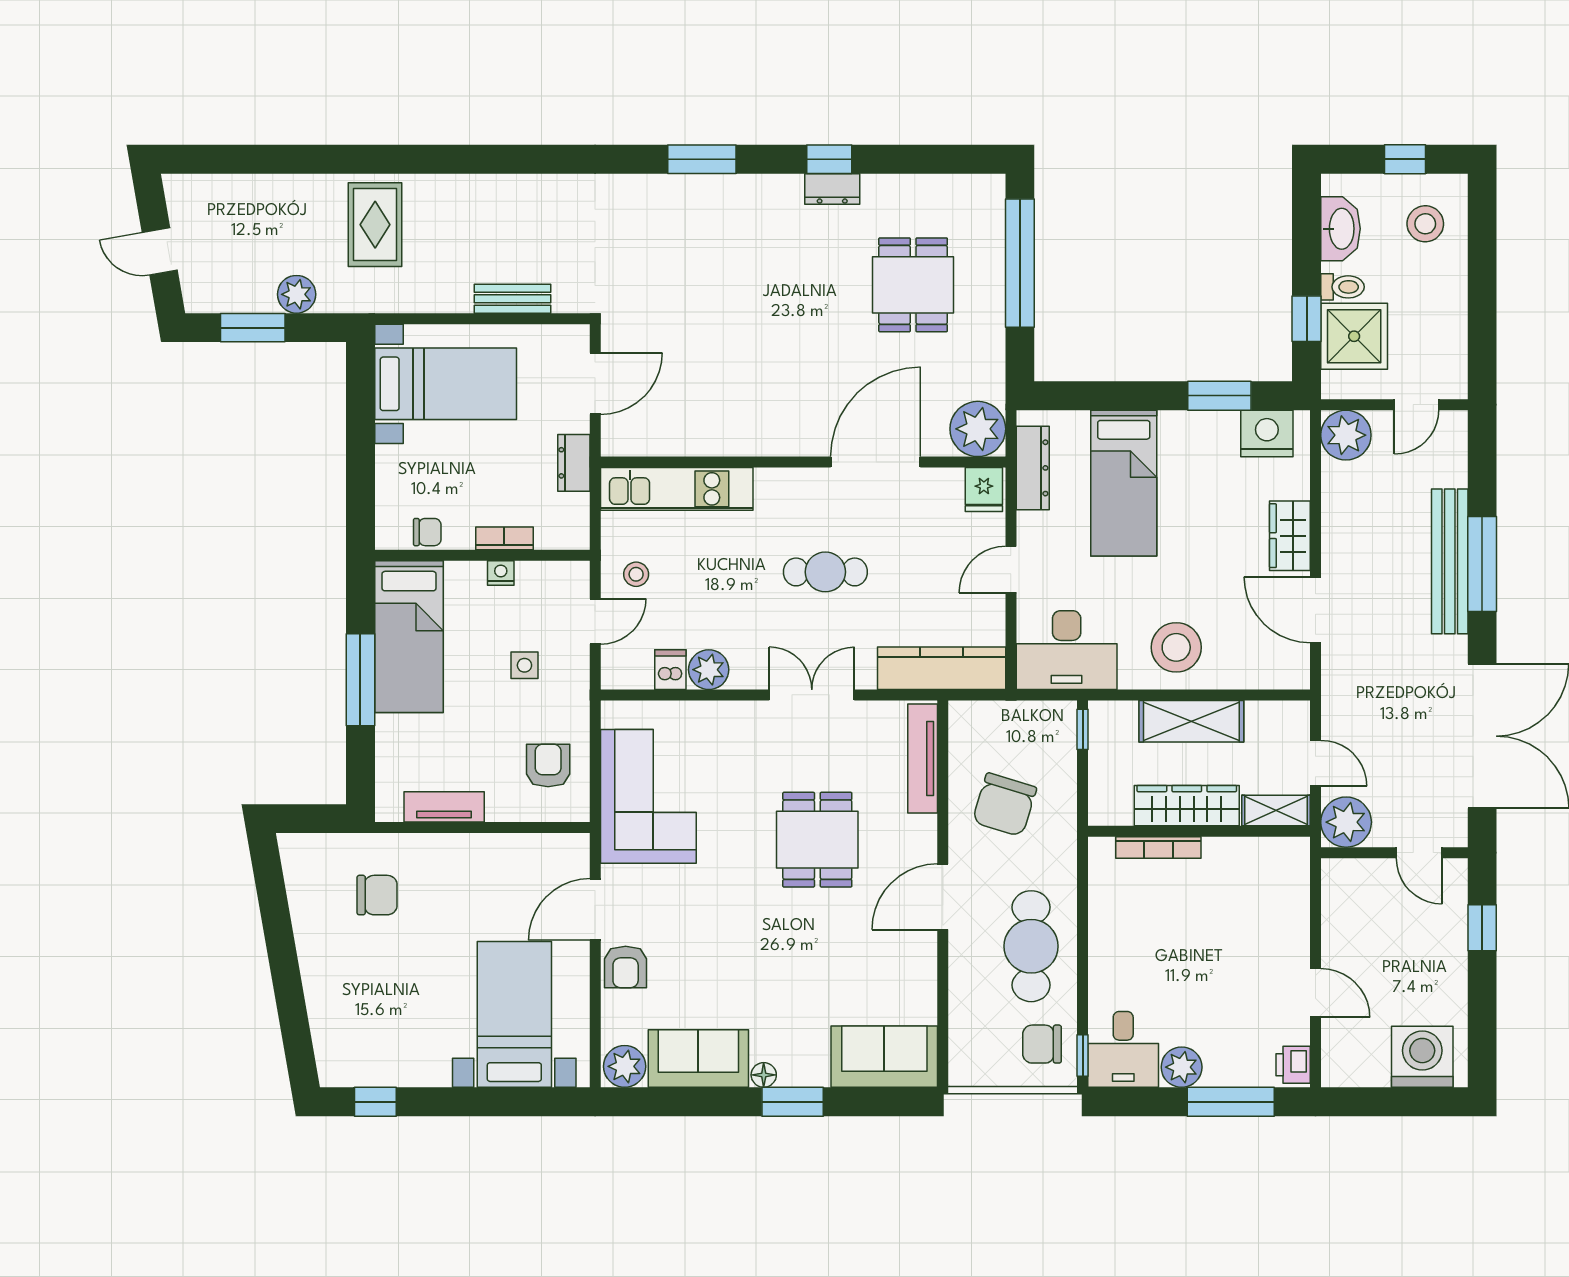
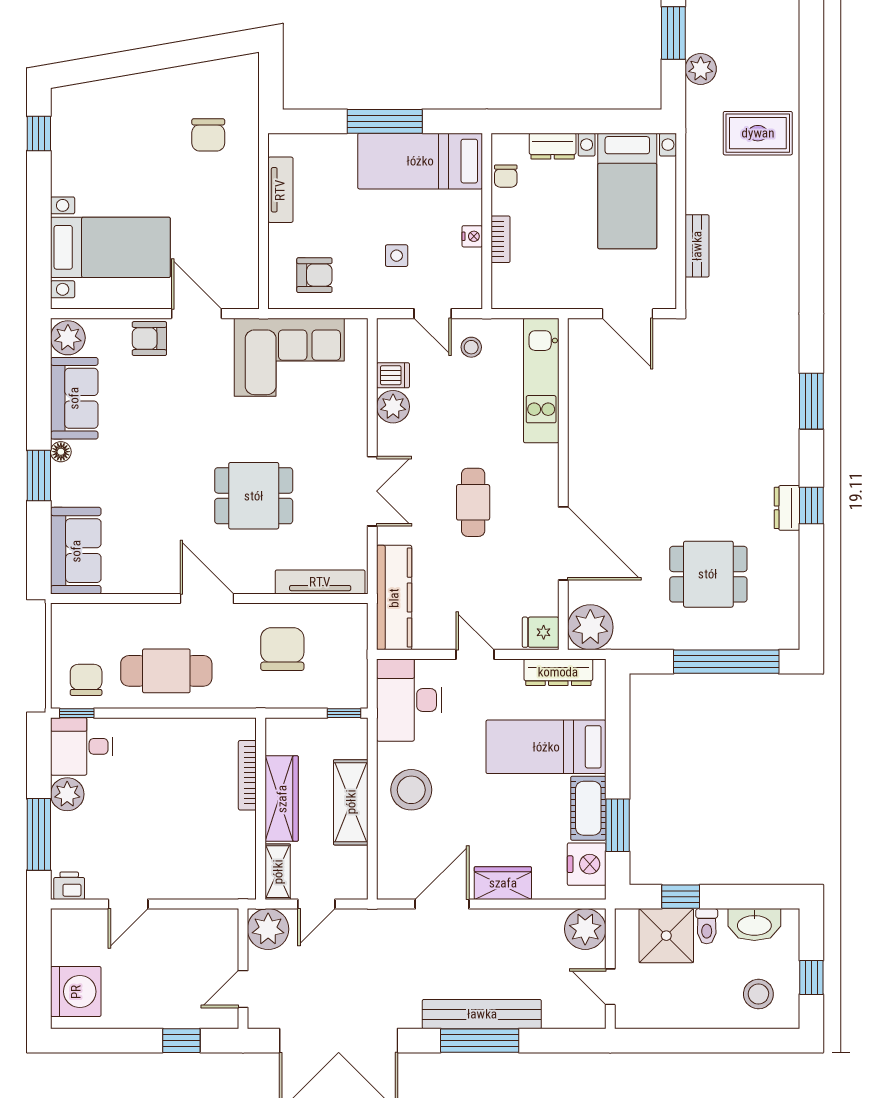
cot: (1199, 431) -> (588, 808), added
dresser: (574, 463) -> (553, 146), moved, turned 180
chair: (1004, 805) -> (282, 649), turned 73

